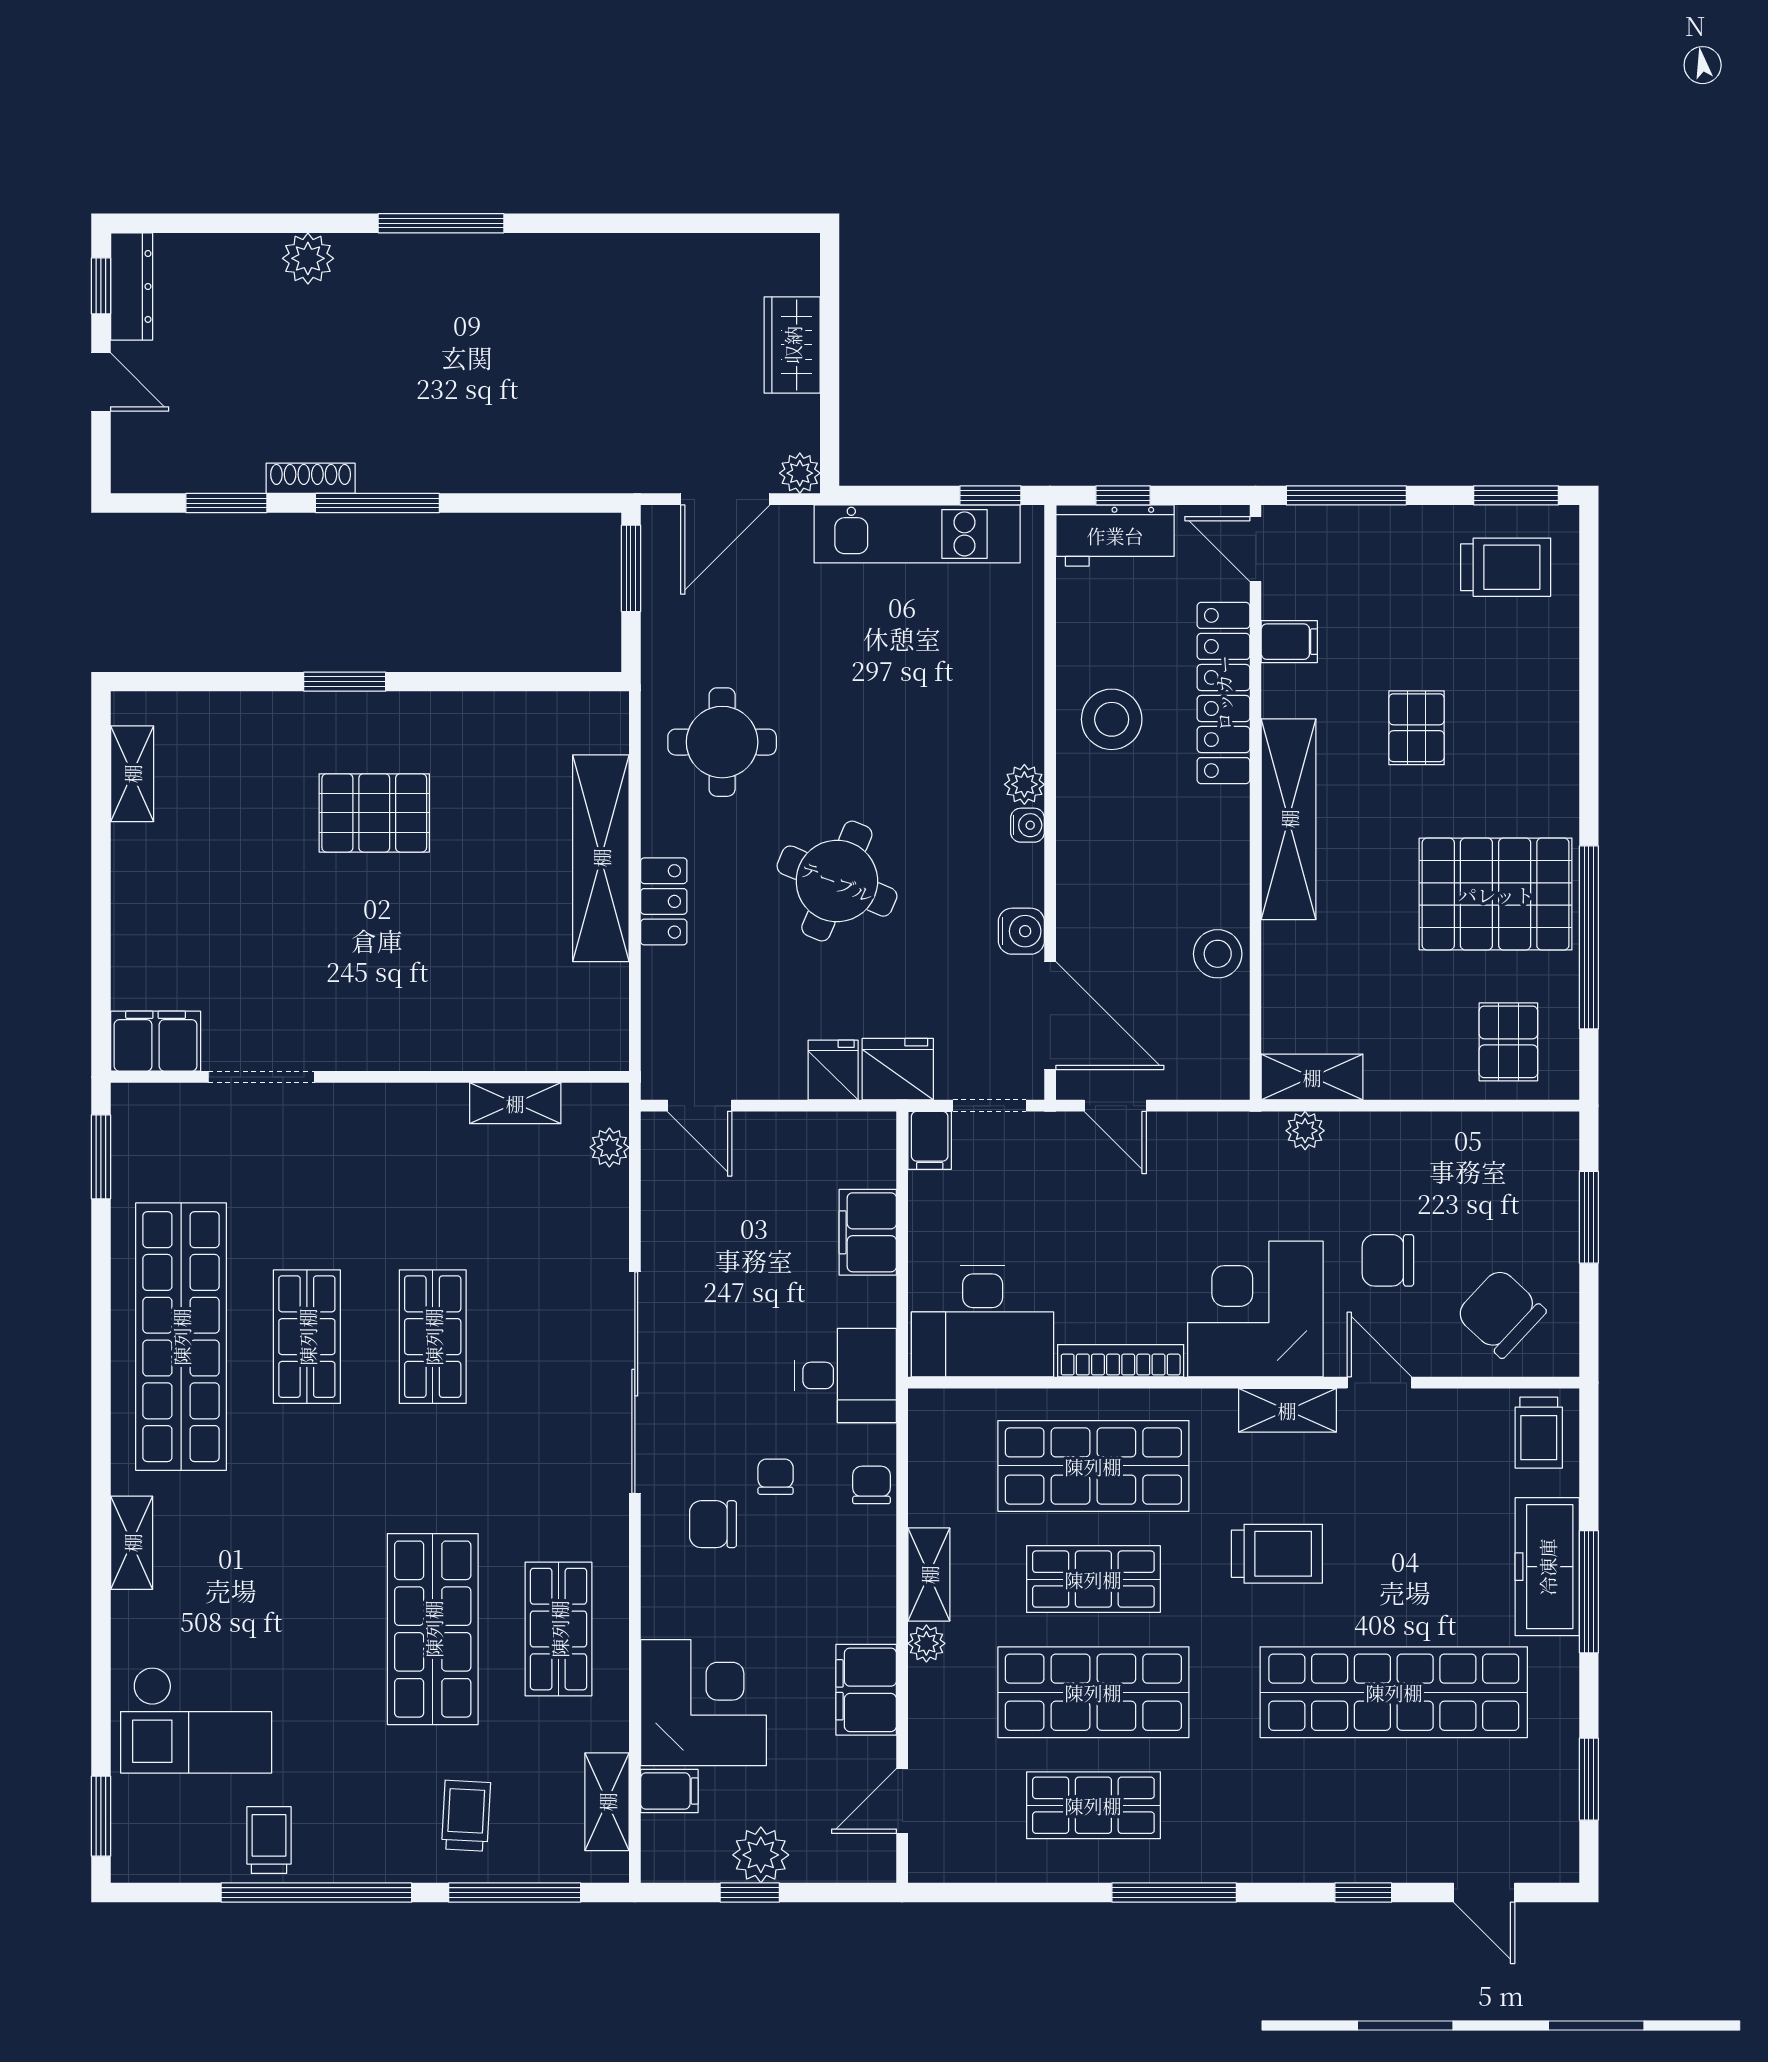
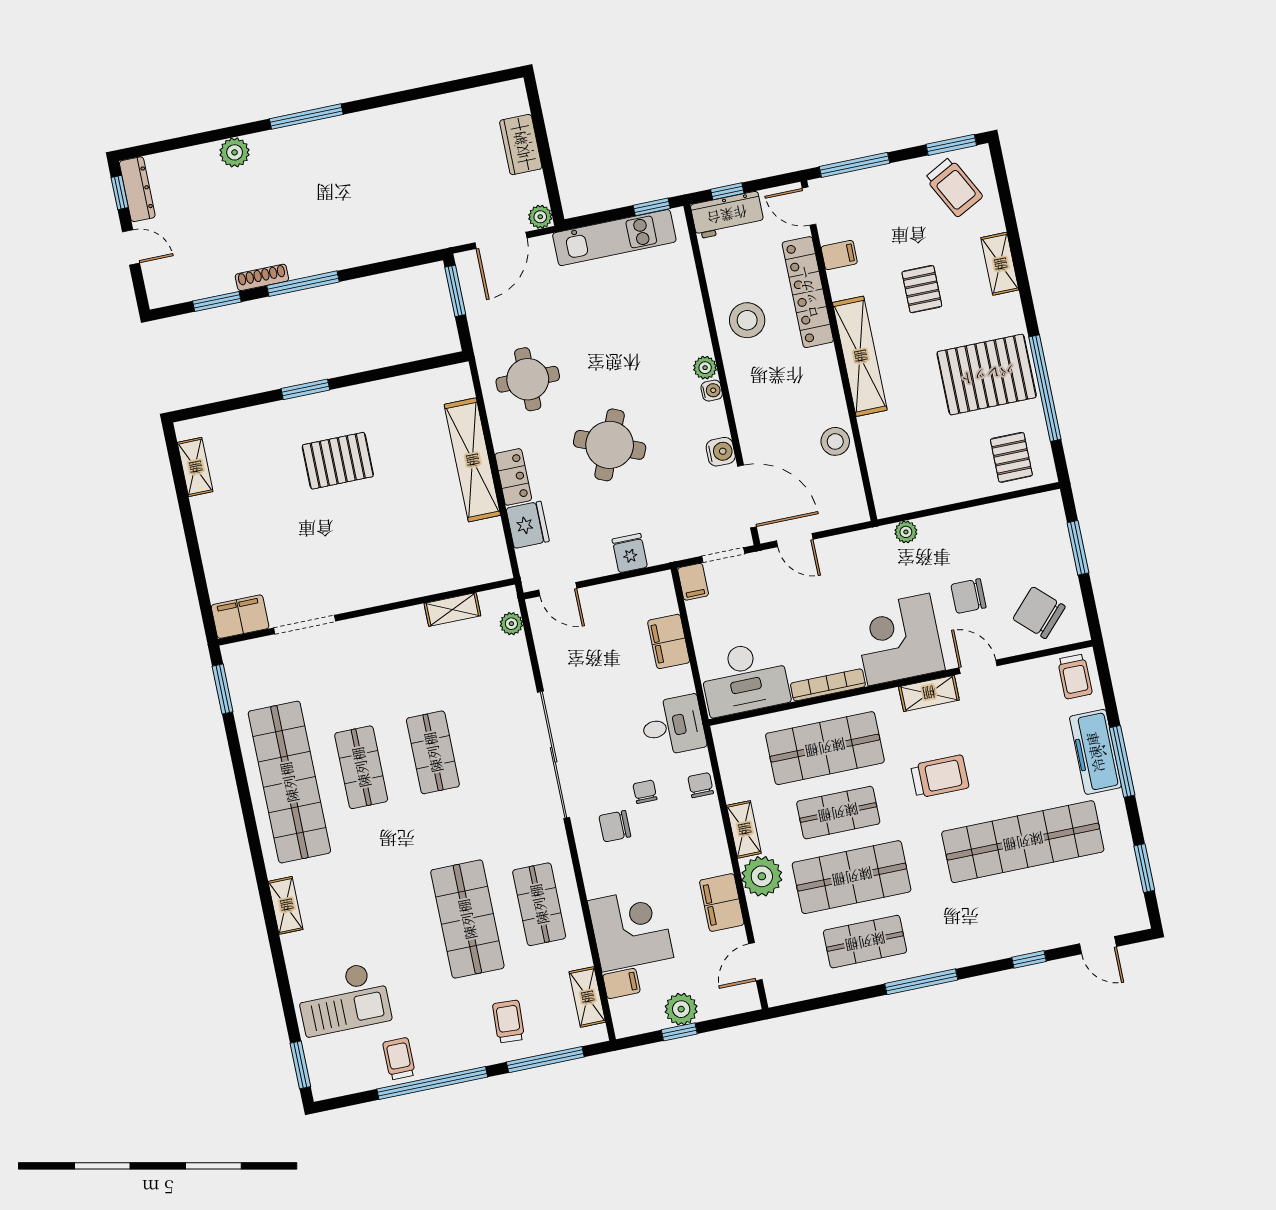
trolley: (1506, 567) -> (954, 187), turned 62
fridge: (898, 1069) -> (528, 525), moved, turned 90
shelving: (1312, 1077) -> (1000, 264), moved, turned 90
plant: (926, 1643) -> (762, 876), width x1.88, depth x1.88

